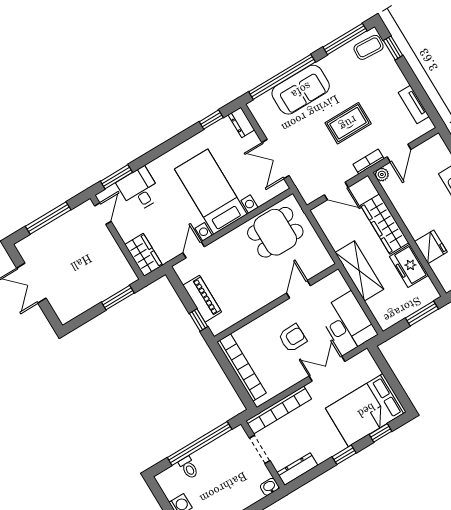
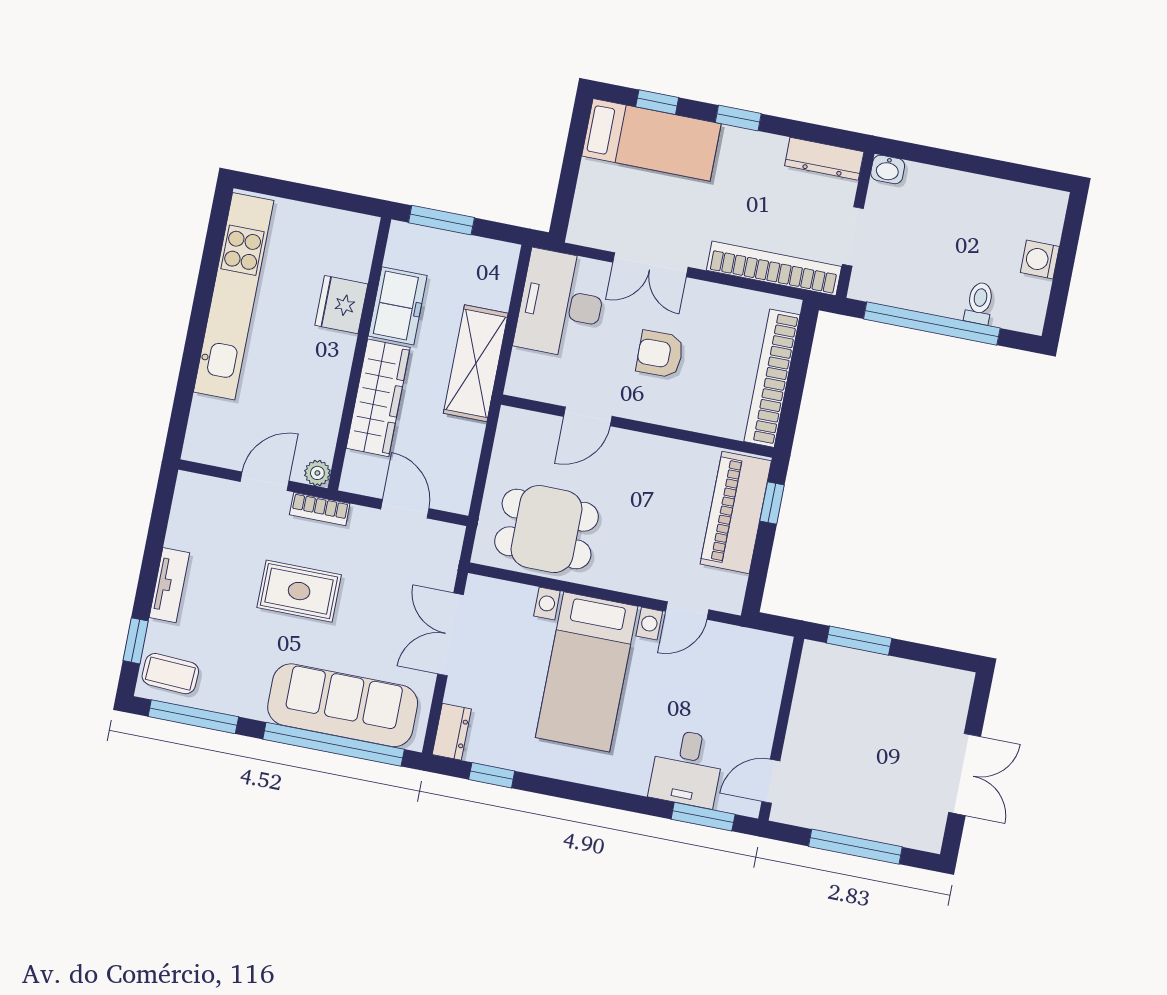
sofa: (301, 90) -> (343, 705), width x1.36
tv unit: (414, 104) -> (169, 585), moved
double door: (276, 159) -> (451, 634), swing flipped
wardrobe: (144, 255) -> (766, 669), removed
piano: (202, 299) -> (736, 512), width x1.37, depth x1.33
bed: (366, 410) -> (651, 140), width x0.67

